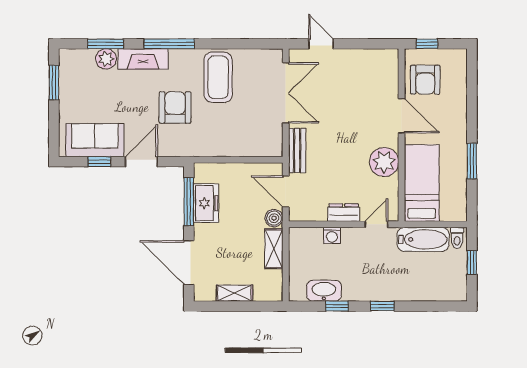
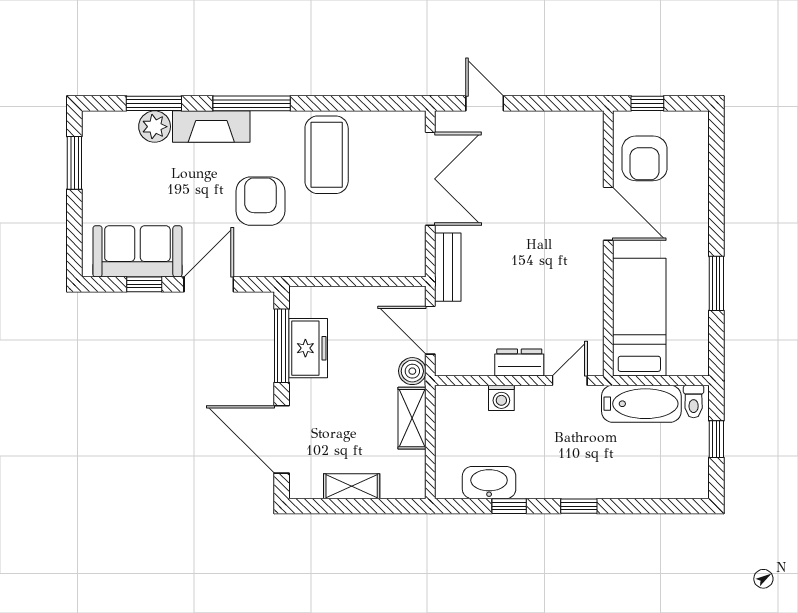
plant: (384, 162) -> (581, 285), removed

